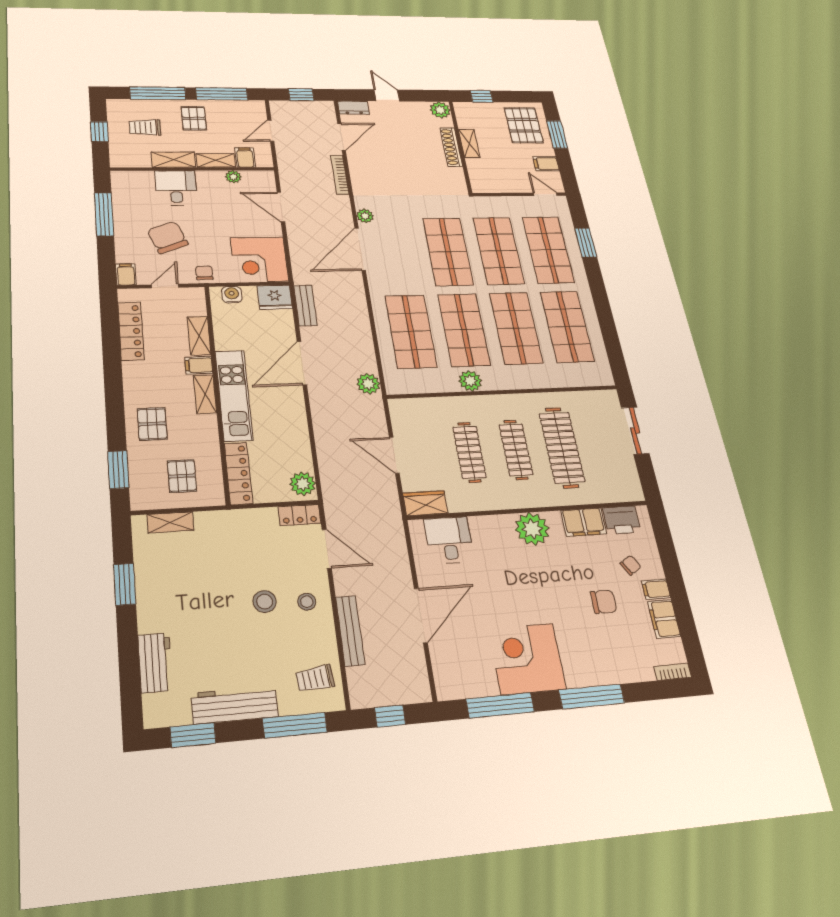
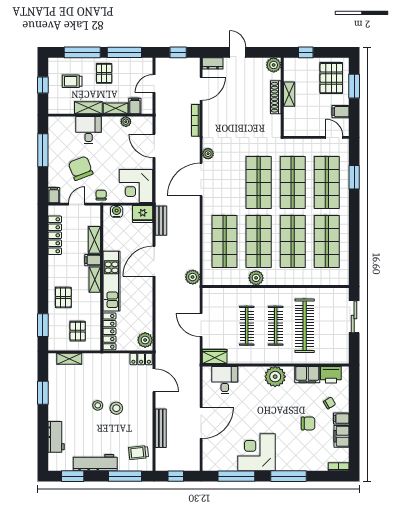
stool: (307, 602) -> (98, 405), moved

